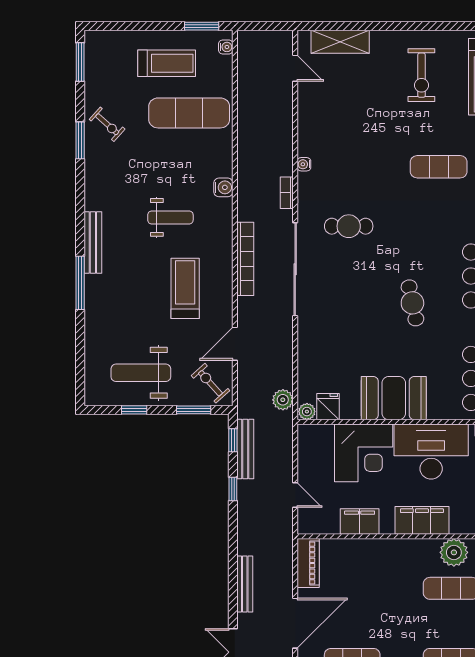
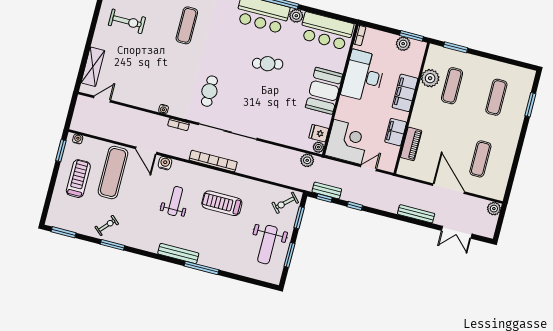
door: (235, 344) -> (146, 151), moved
window: (134, 410) -> (289, 255), width x1.50
bench: (245, 449) -> (327, 190), width x0.73
corner desk: (364, 453) -> (347, 142), moved
piano: (308, 563) -> (411, 144), moved, turned 90

